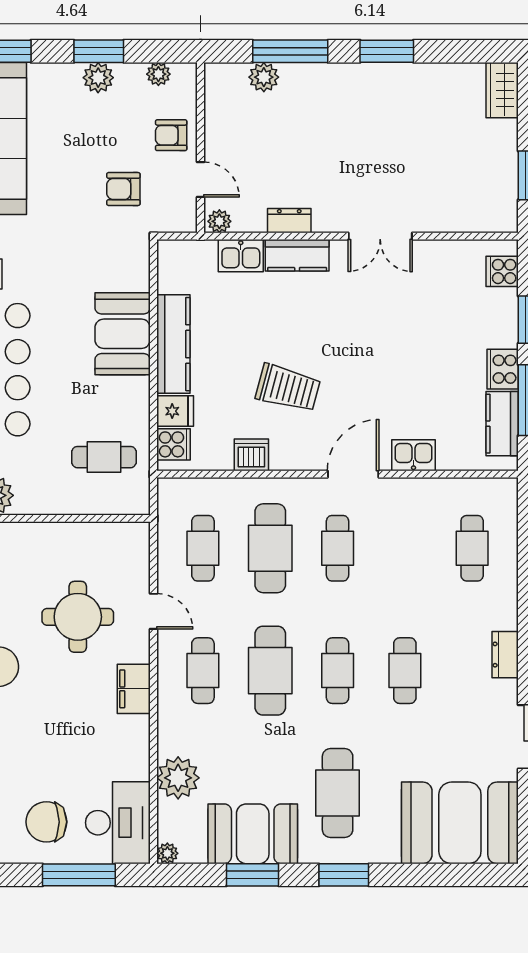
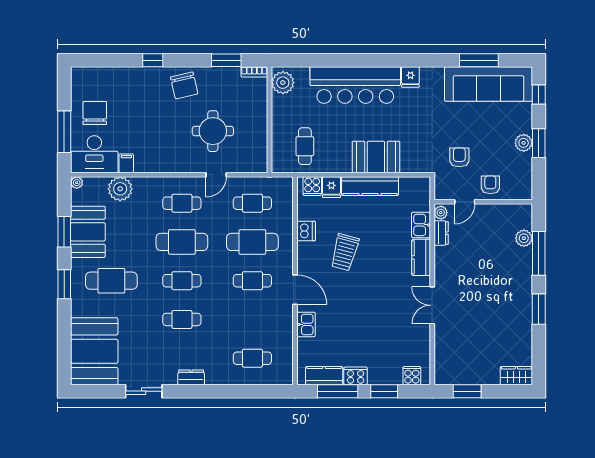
plant: (158, 74) -> (526, 178), removed
dresser: (289, 221) -> (441, 233), moved
filing cabinet: (134, 689) -> (126, 163), moved, width x0.50

